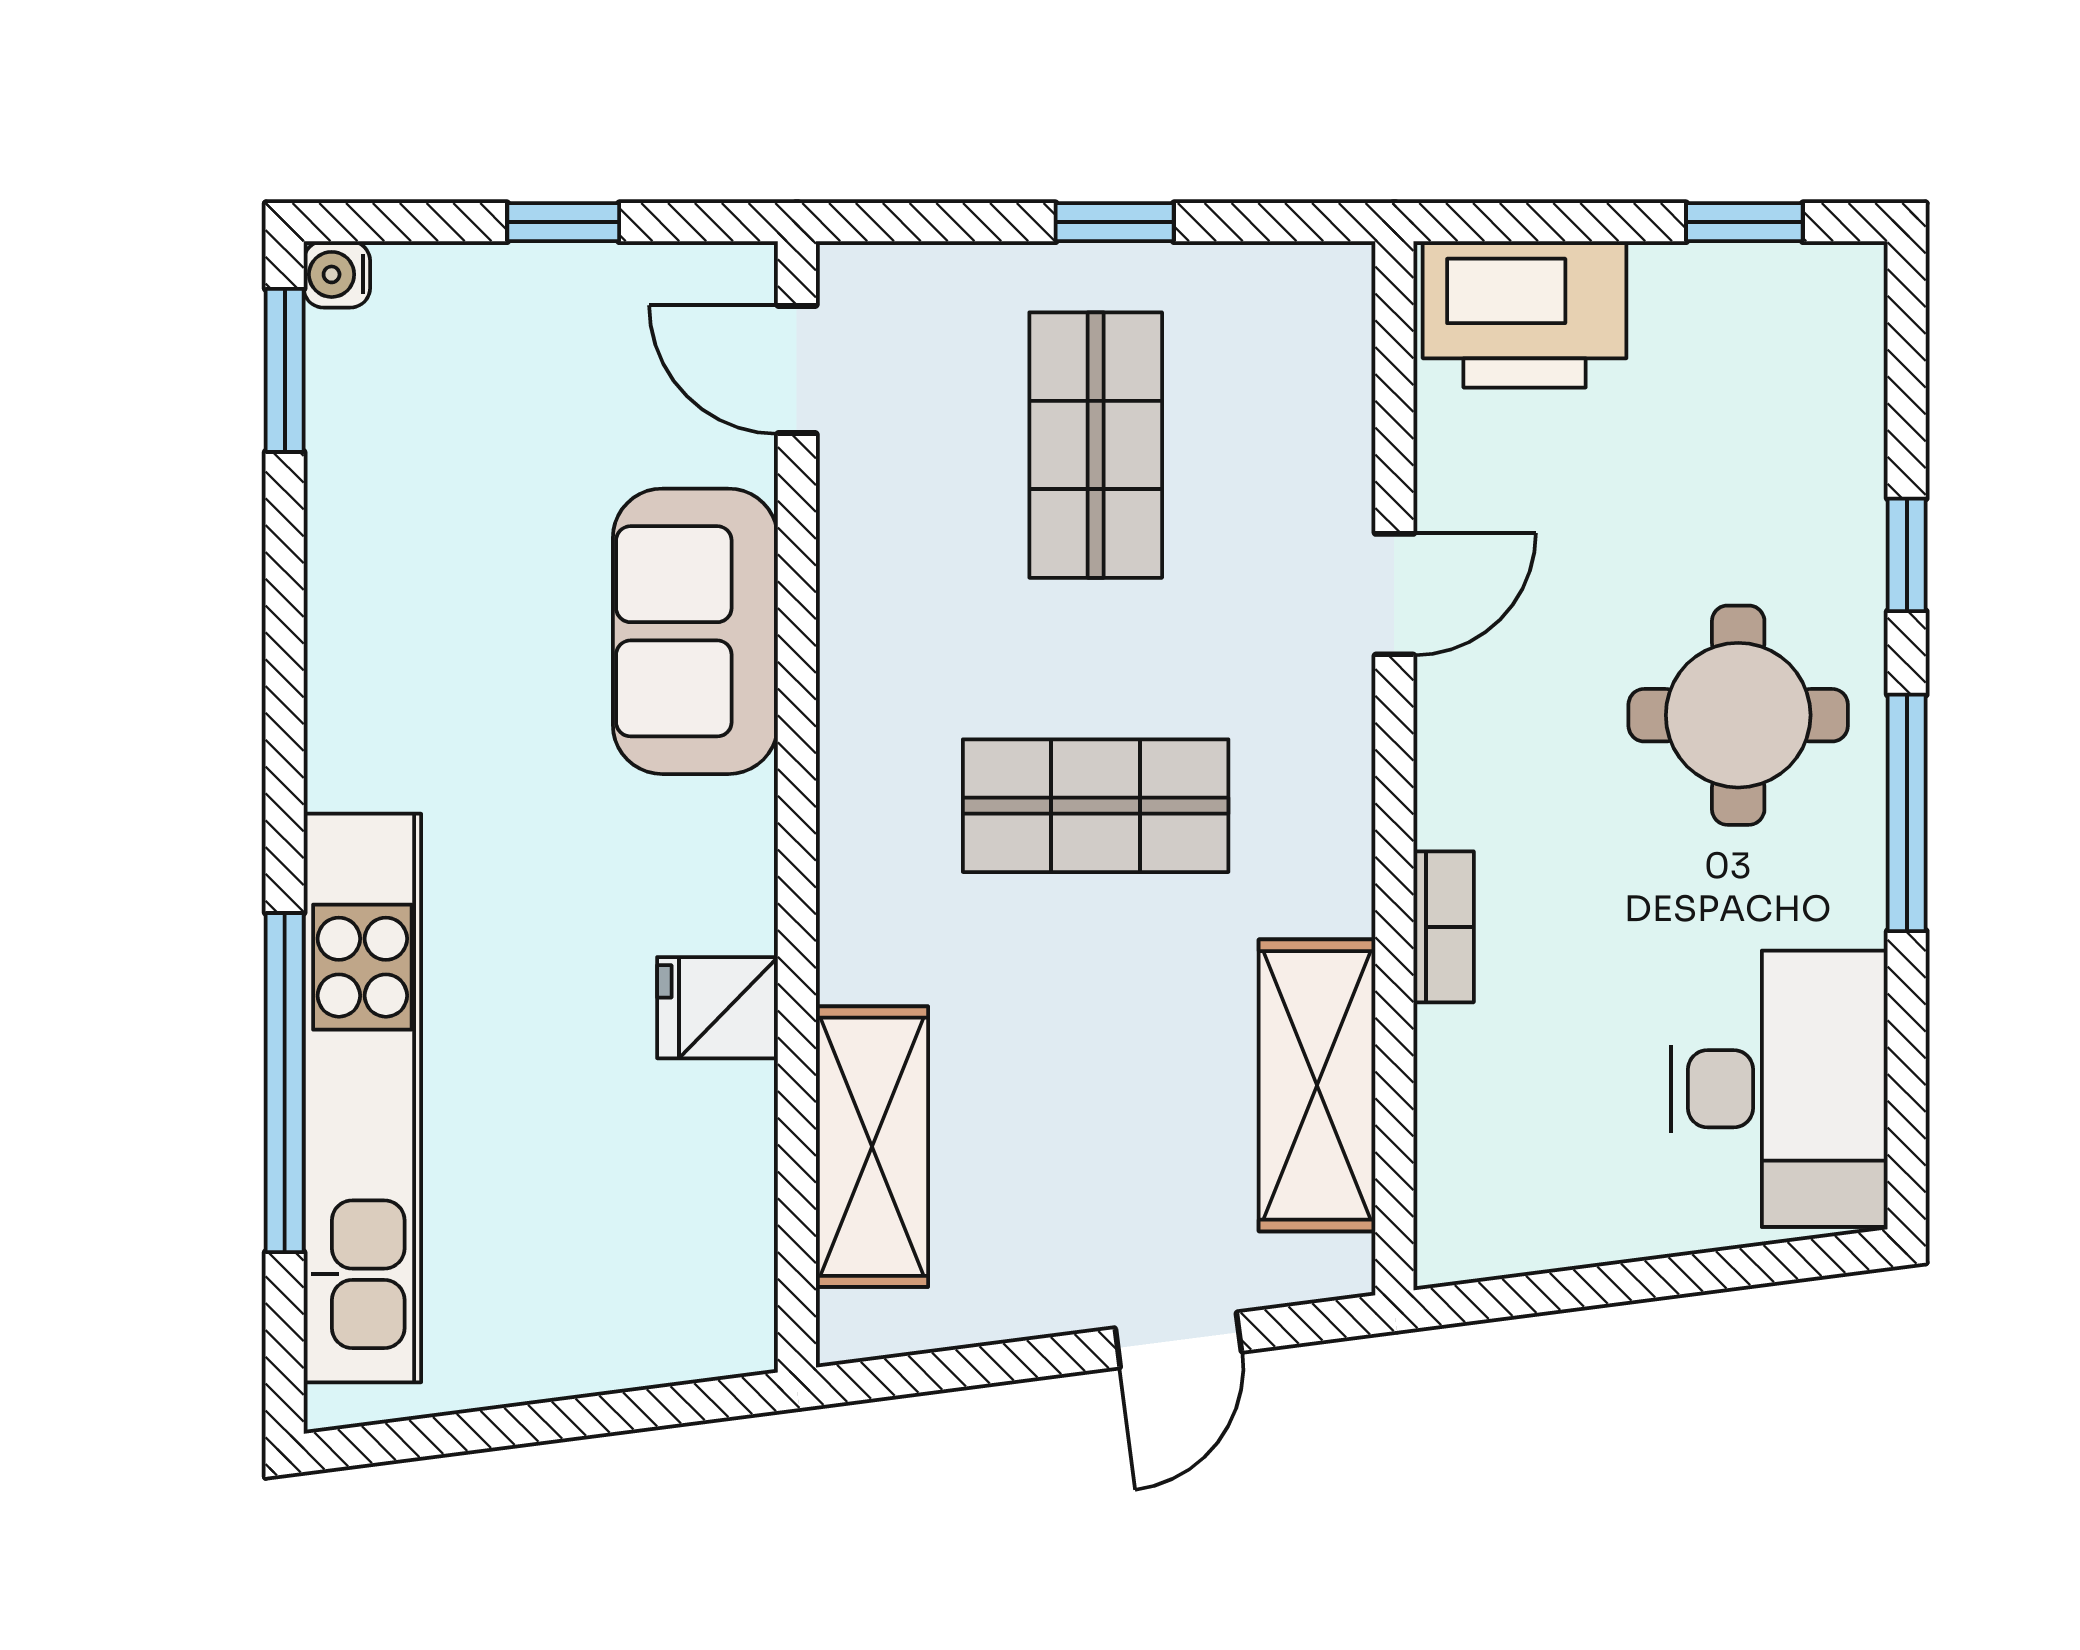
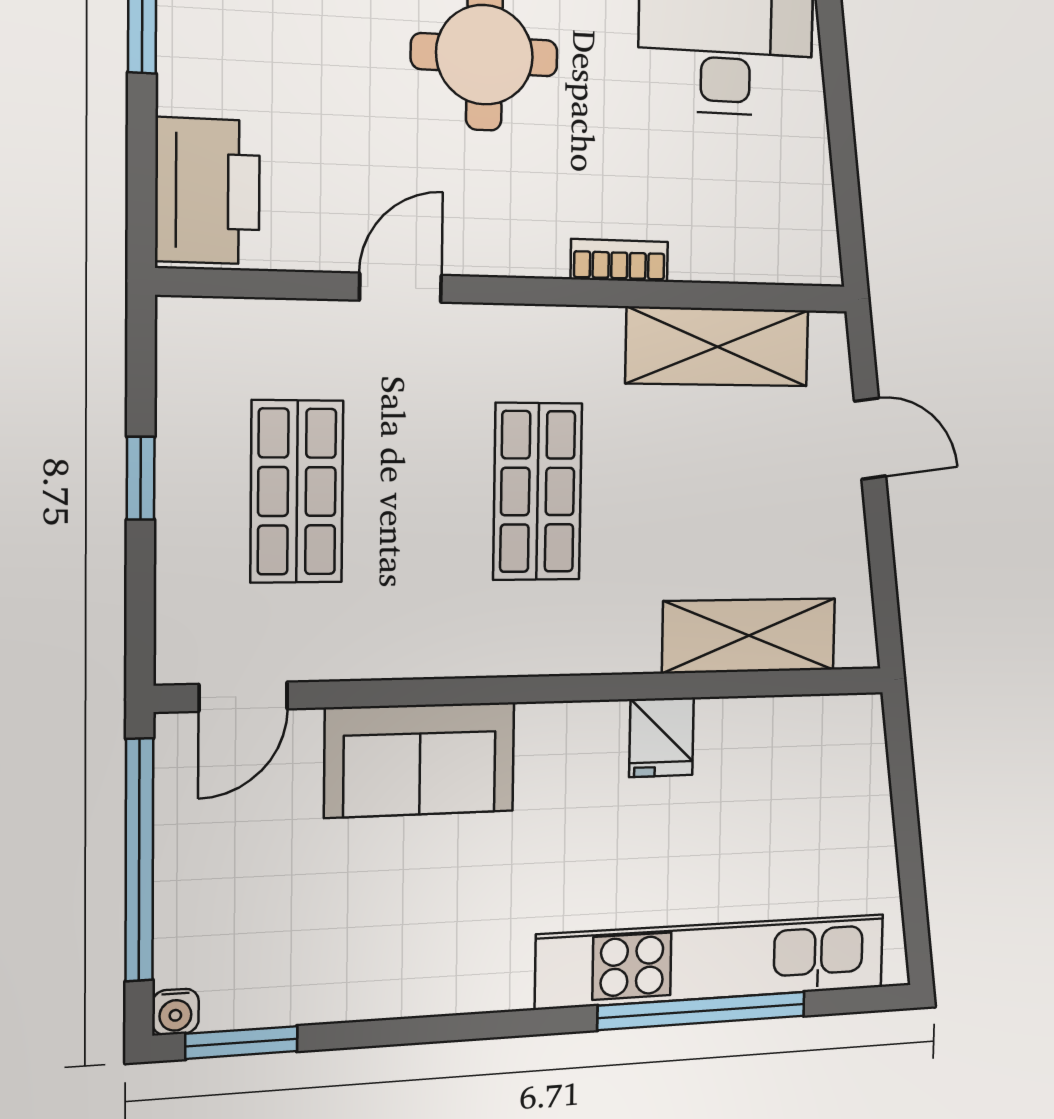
window: (563, 222) -> (139, 860), width x3.17
shop shelf: (1096, 445) -> (297, 492), turned 90
door: (1394, 594) -> (400, 288), hinge flipped

